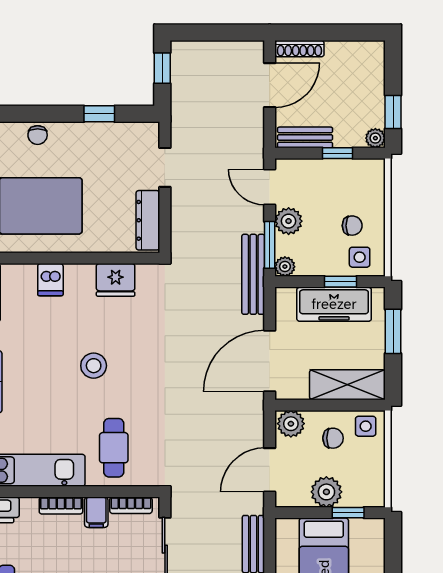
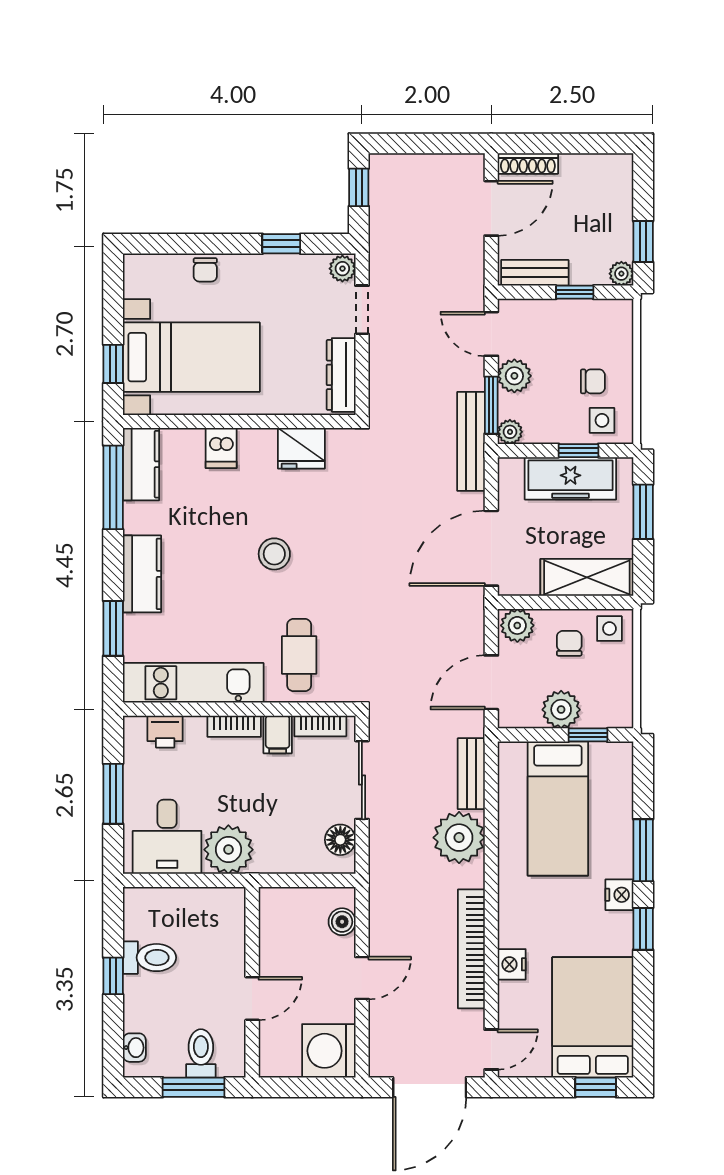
plant: (149, 134) -> (342, 269), added
chair: (333, 438) -> (569, 643), turned -90

